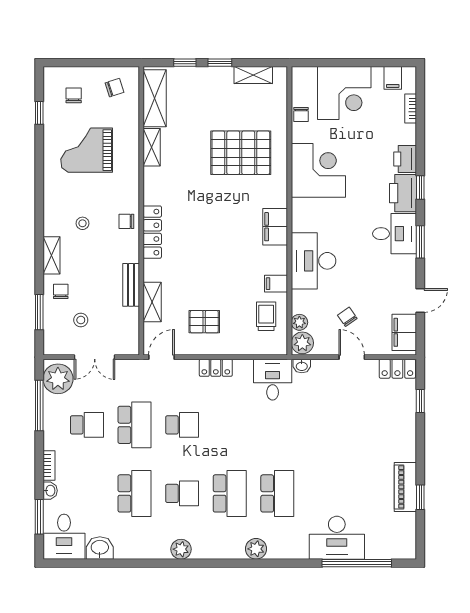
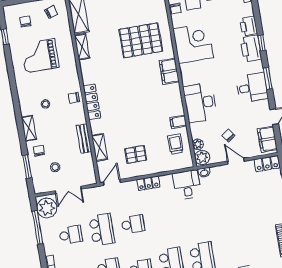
filing cabinet: (275, 227) -> (169, 71), moved
desk: (395, 234) -> (252, 88), moved

